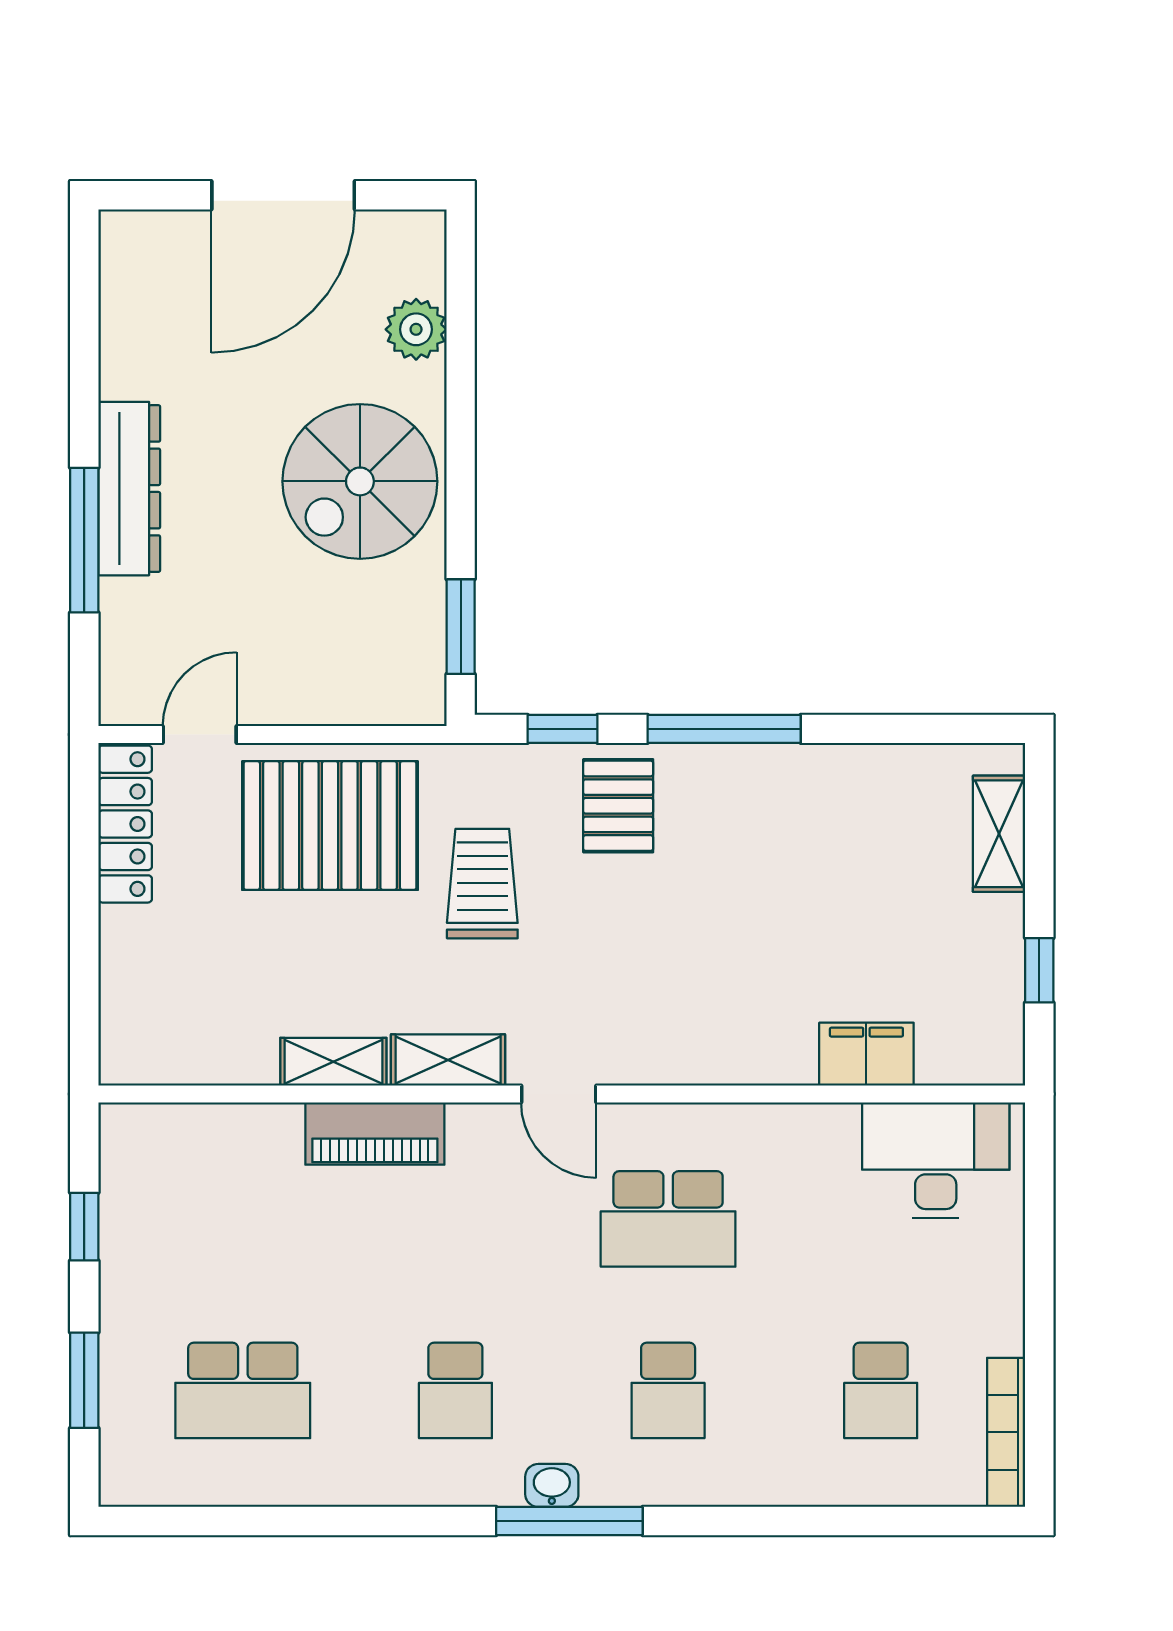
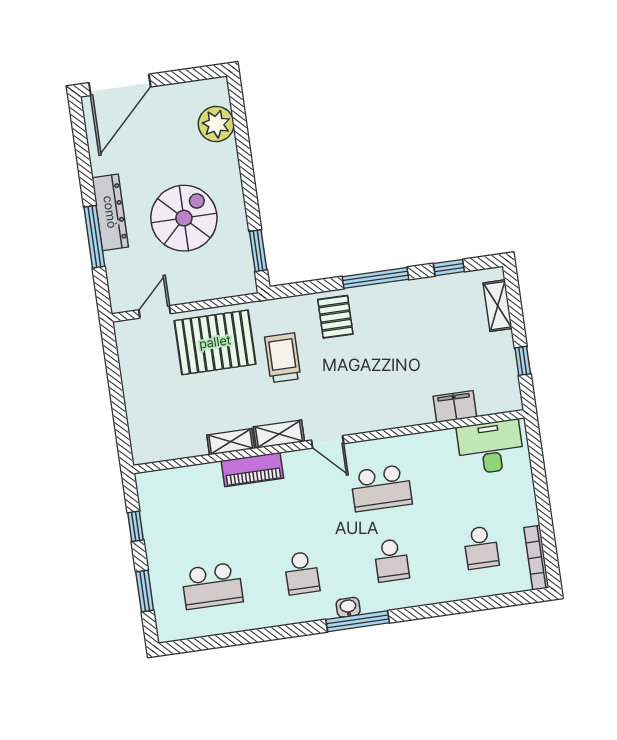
door: (283, 195) -> (120, 85), moved
plant: (416, 329) -> (216, 124), width x1.36, depth x1.36
spiral stairs: (360, 481) -> (184, 218), moved, turned 180
window: (563, 729) -> (449, 268), moved
locker: (125, 824) -> (129, 354), removed

